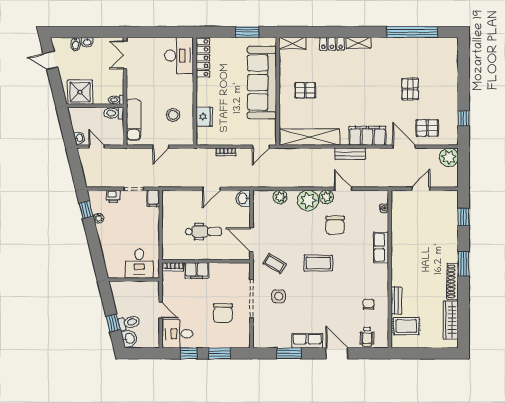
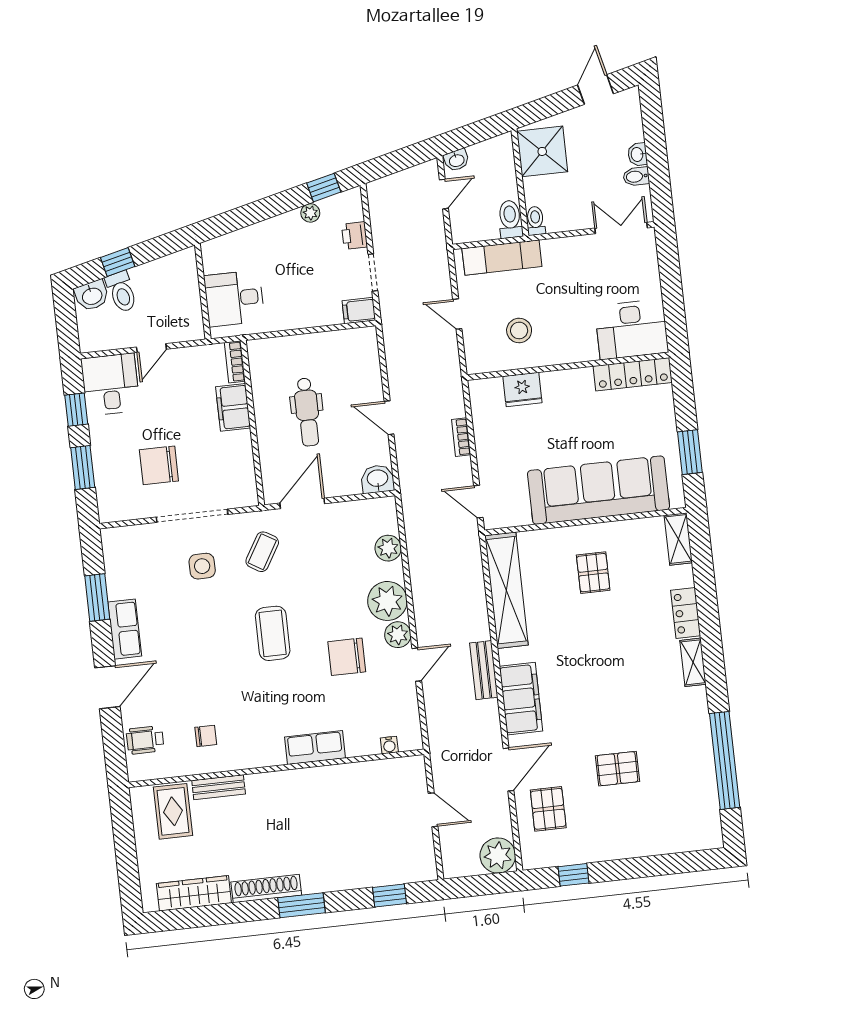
bidet: (76, 44) -> (636, 177), moved

